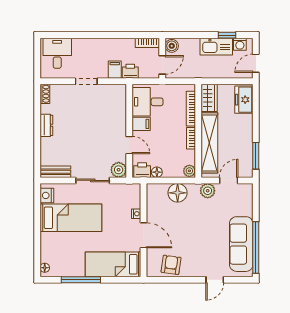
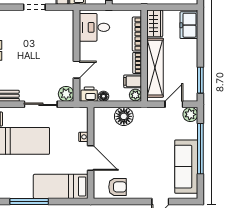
filing cabinet: (141, 124) -> (133, 81), moved, turned 180
door: (129, 145) -> (77, 70), hinge flipped
plant: (208, 191) -> (190, 114), moved
window: (256, 247) -> (200, 149), moved
armchair: (171, 265) -> (117, 187), turned 82

